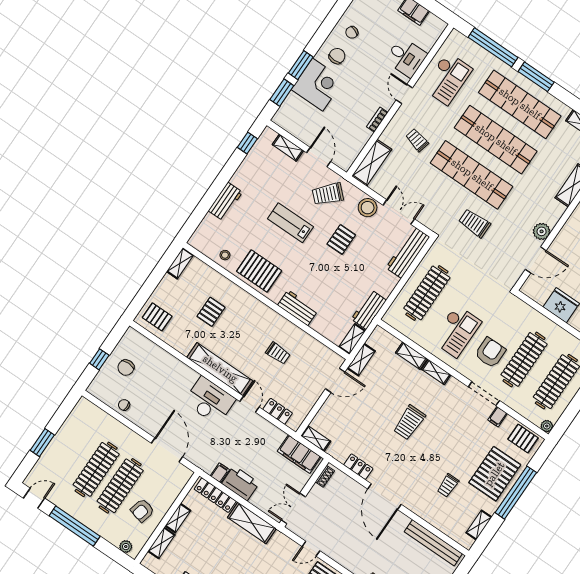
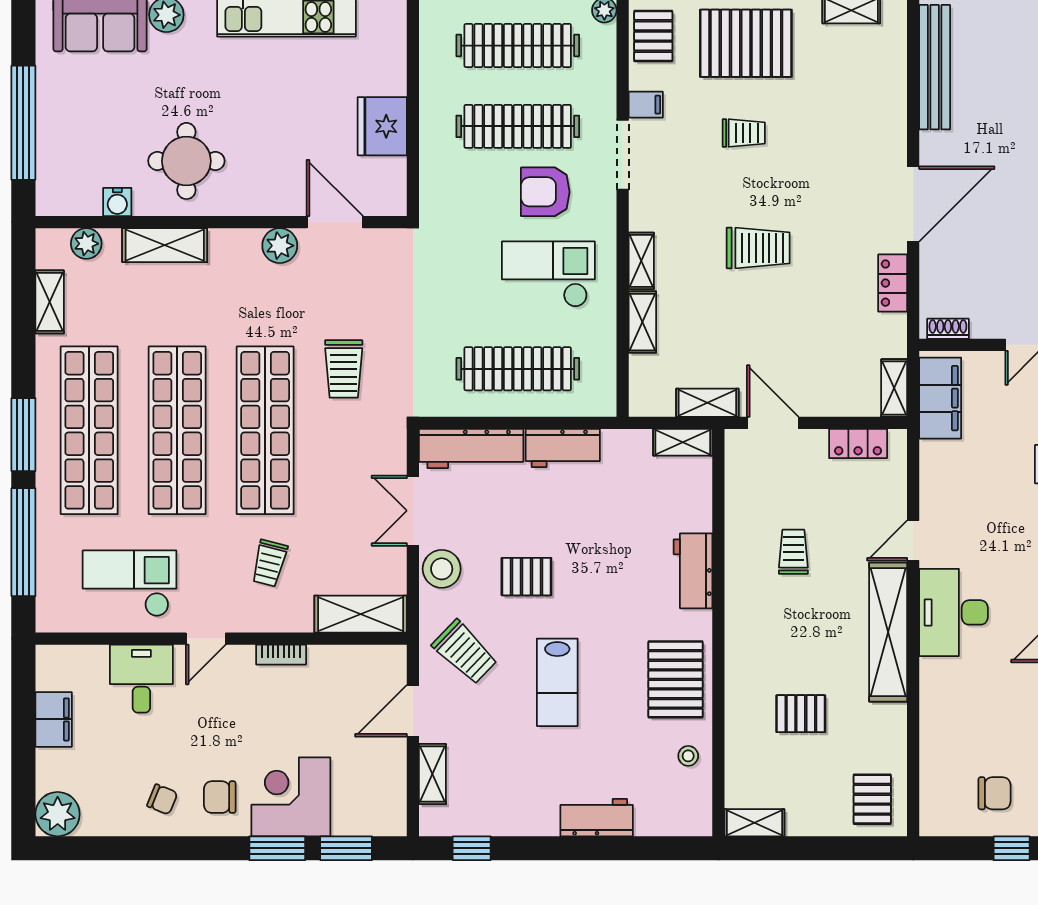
workbench: (369, 310) -> (563, 448), moved
locker: (278, 411) -> (858, 443), moved, turned -90
trolley: (448, 485) -> (744, 133), moved

